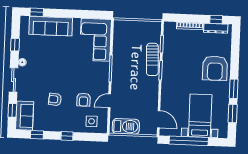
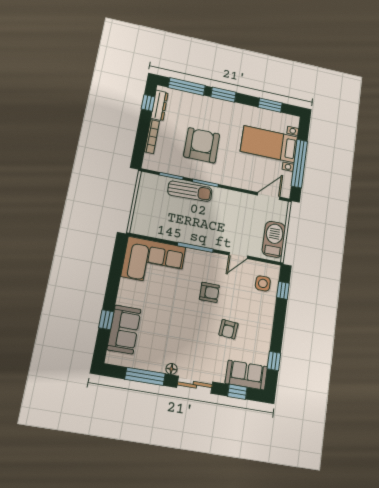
window: (37, 12) -> (106, 320), moved
sofa: (51, 26) -> (124, 329), width x0.73
window: (15, 45) -> (145, 376), width x2.17
window: (235, 47) -> (187, 87), added
armchair: (215, 68) -> (202, 145), moved, turned -90
window: (234, 89) -> (223, 95), moved
armchair: (84, 100) -> (209, 292), moved
door: (109, 101) -> (238, 256), hinge flipped
window: (67, 136) -> (283, 290), moved

